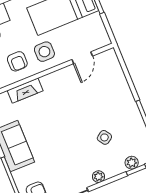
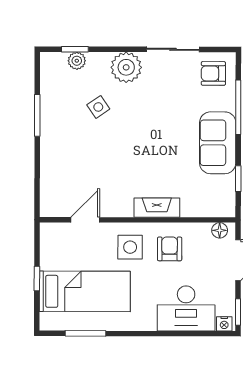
fireplace: (25, 91) -> (157, 208), moved
plant: (99, 177) -> (126, 67), width x1.87, depth x1.87

